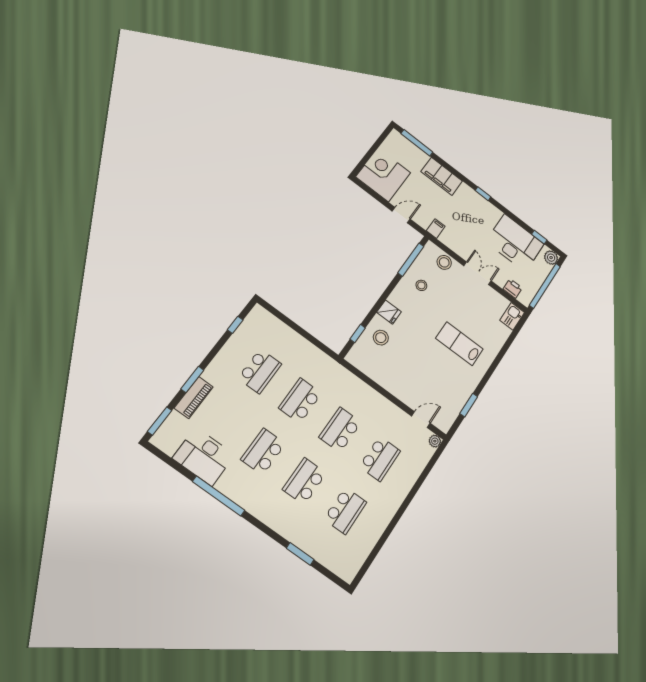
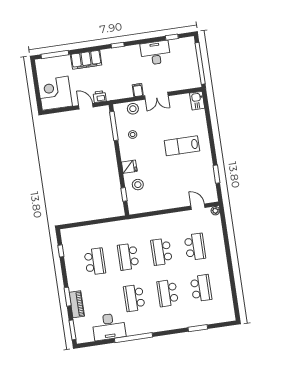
door: (401, 215) -> (86, 106), hinge flipped
filing cabinet: (436, 229) -> (138, 90), moved
desk: (515, 243) -> (156, 53), width x0.73, depth x0.77
plant: (551, 258) -> (189, 42), removed
double door: (478, 273) -> (156, 96), swing flipped
printer: (513, 288) -> (100, 97), moved
door: (421, 420) -> (198, 207), hinge flipped

